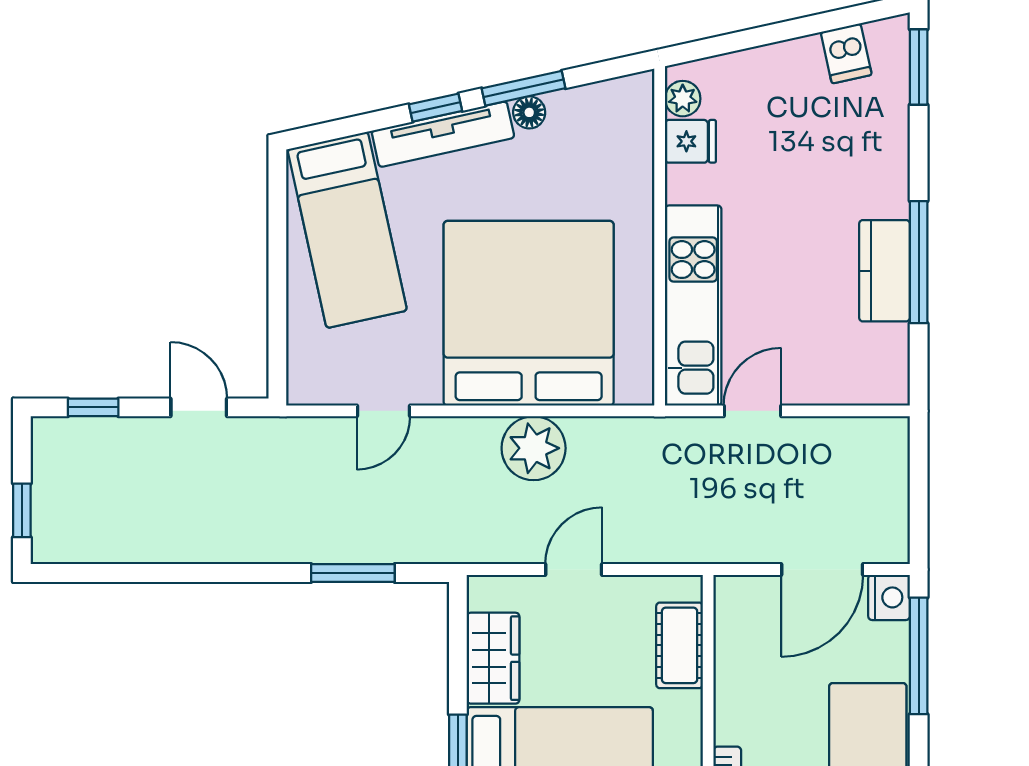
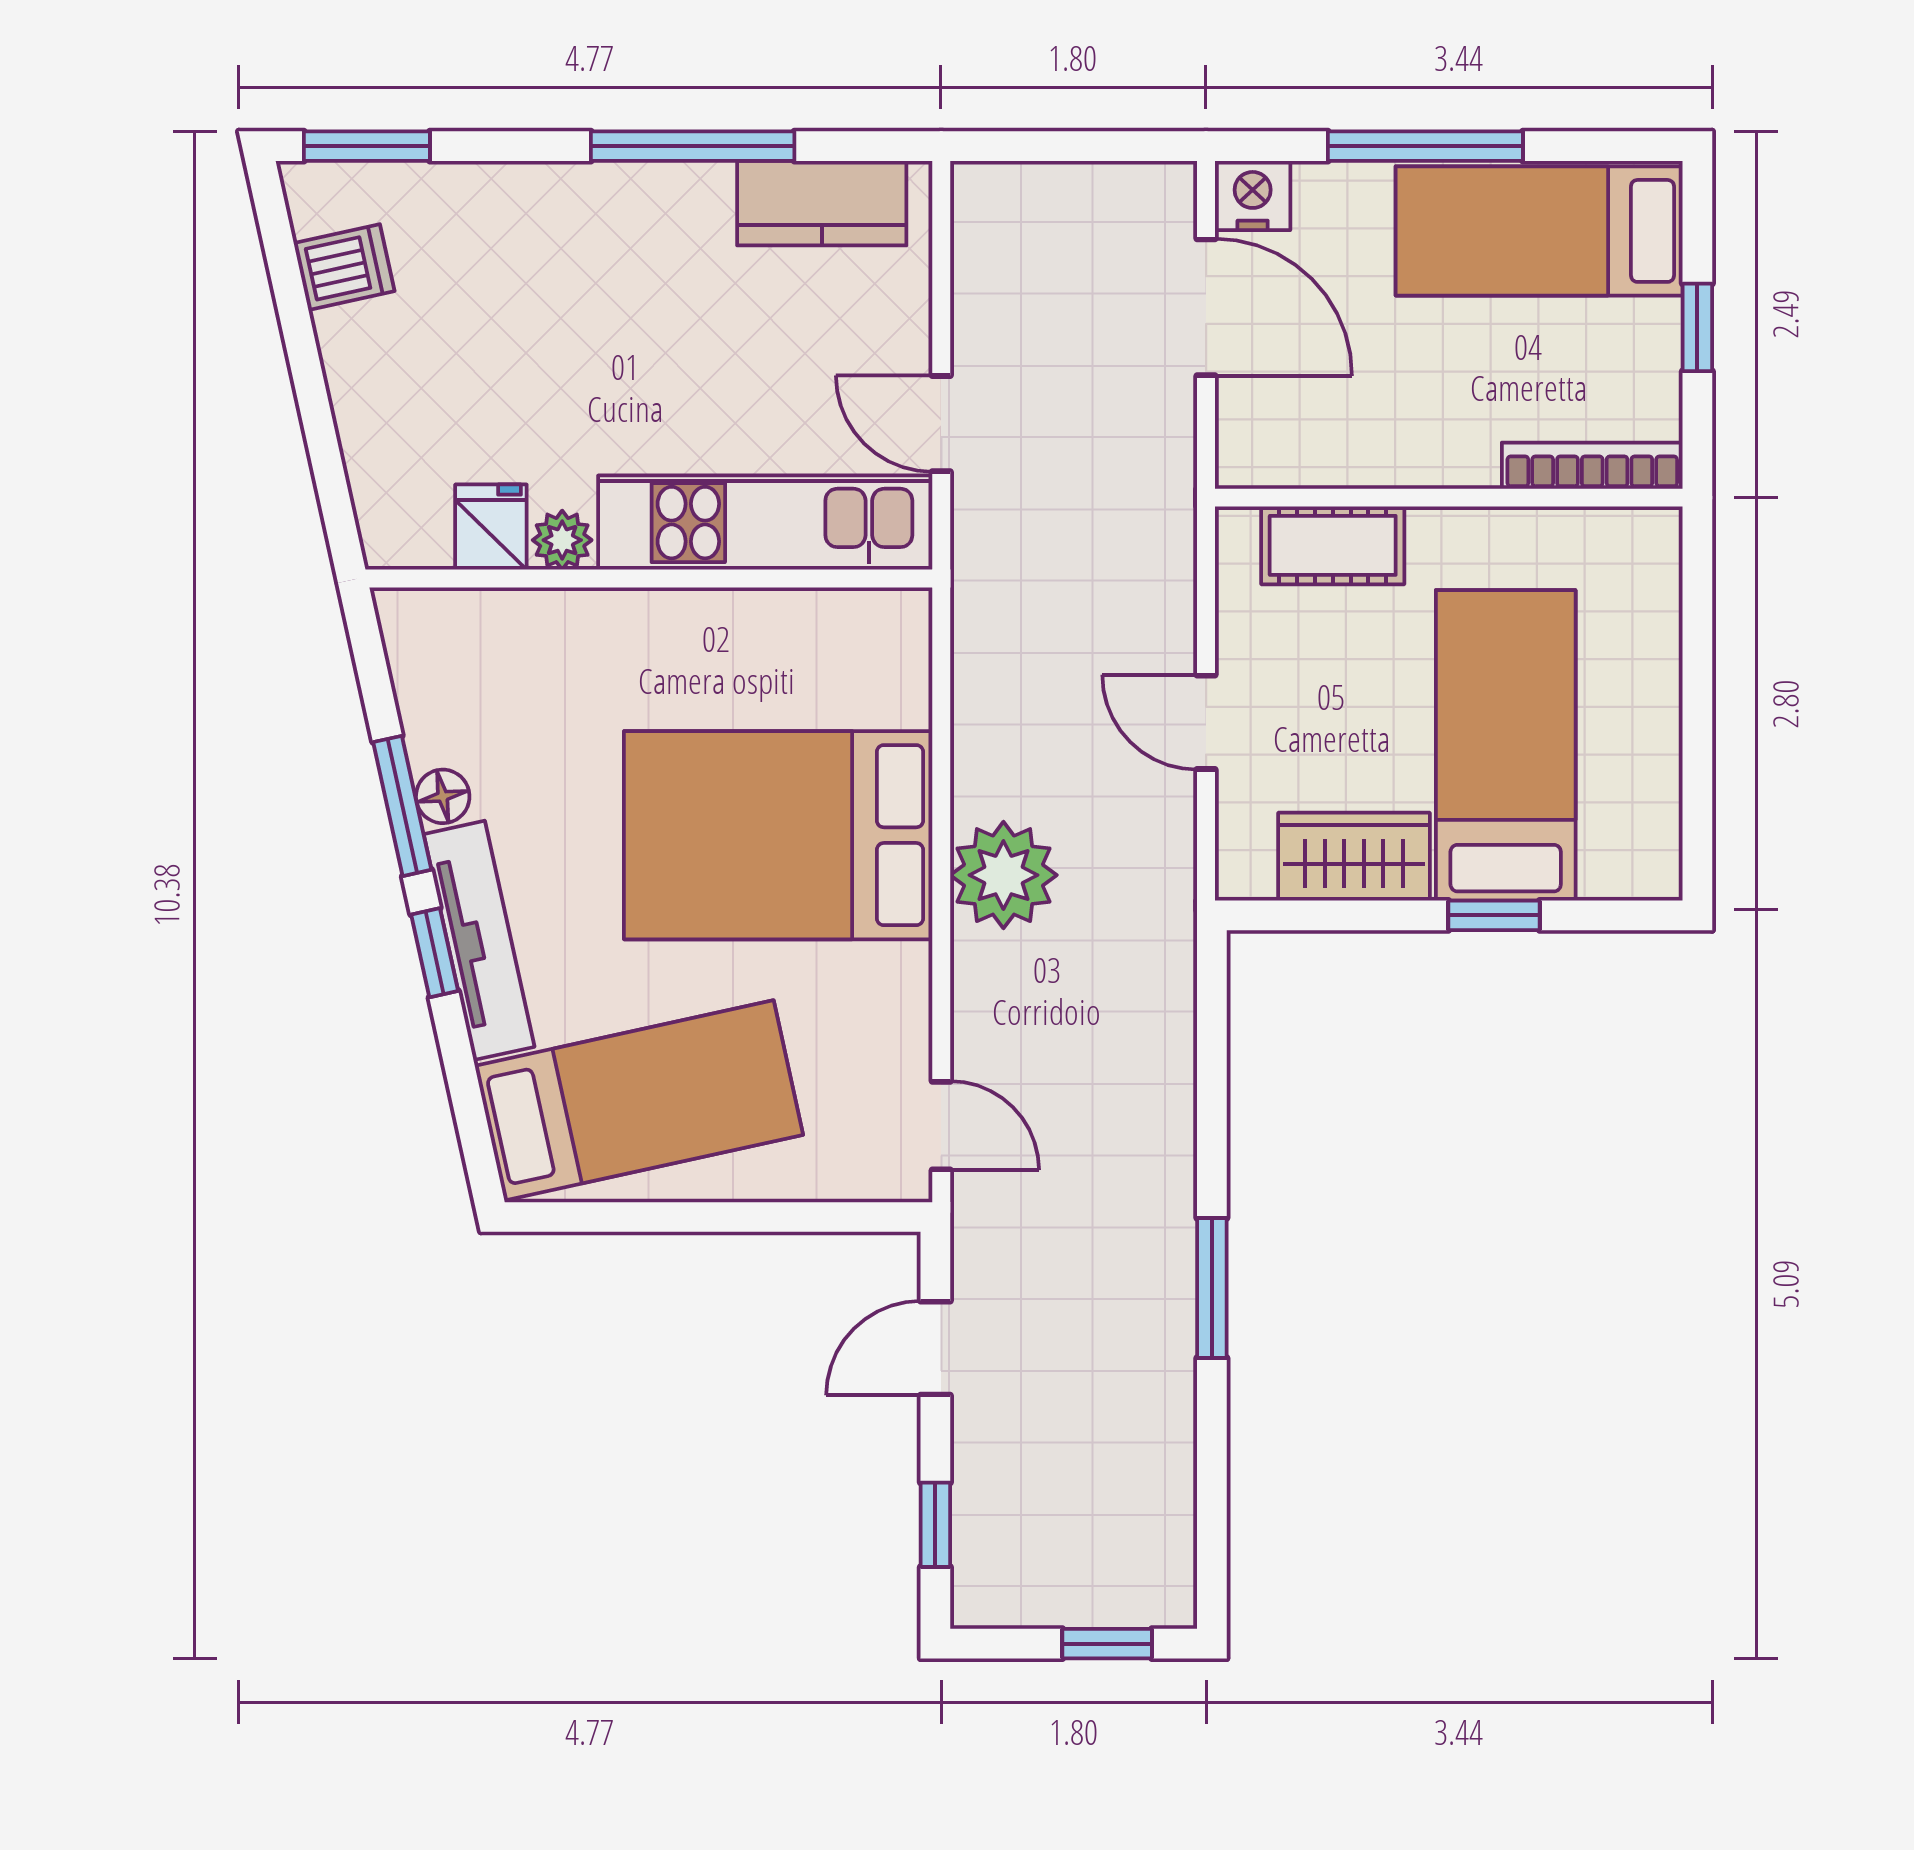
plant: (683, 99) -> (562, 540), moved
kitchen counter: (884, 271) -> (822, 203), moved
bed: (529, 313) -> (778, 835), width x0.73
door: (384, 411) -> (941, 1126), moved
plant: (534, 448) -> (1003, 875), moved
window: (353, 573) -> (1212, 1288), moved
window: (919, 656) -> (1425, 146), moved

